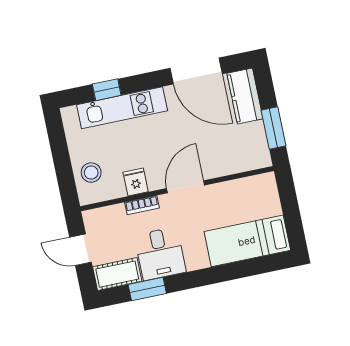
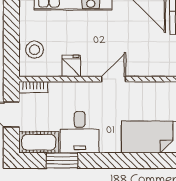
door: (186, 187) -> (114, 79), width x0.73
bookcase: (142, 205) -> (33, 87), moved

